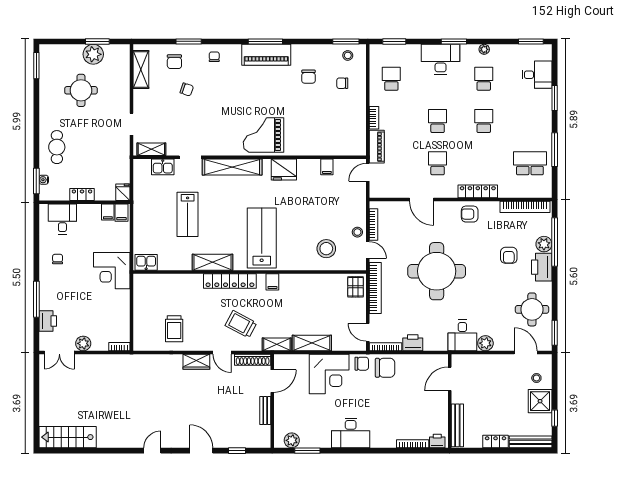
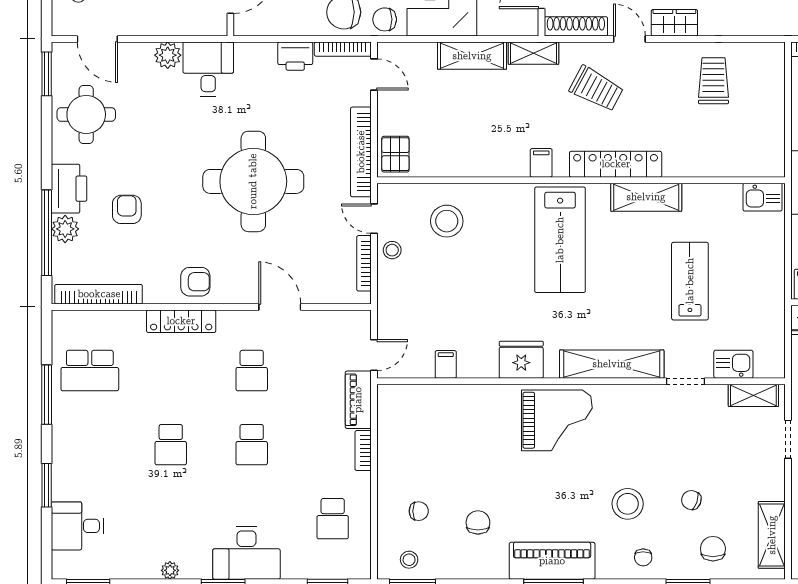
school desk: (484, 79) -> (171, 519), removed
stool: (223, 87) -> (628, 504), added

